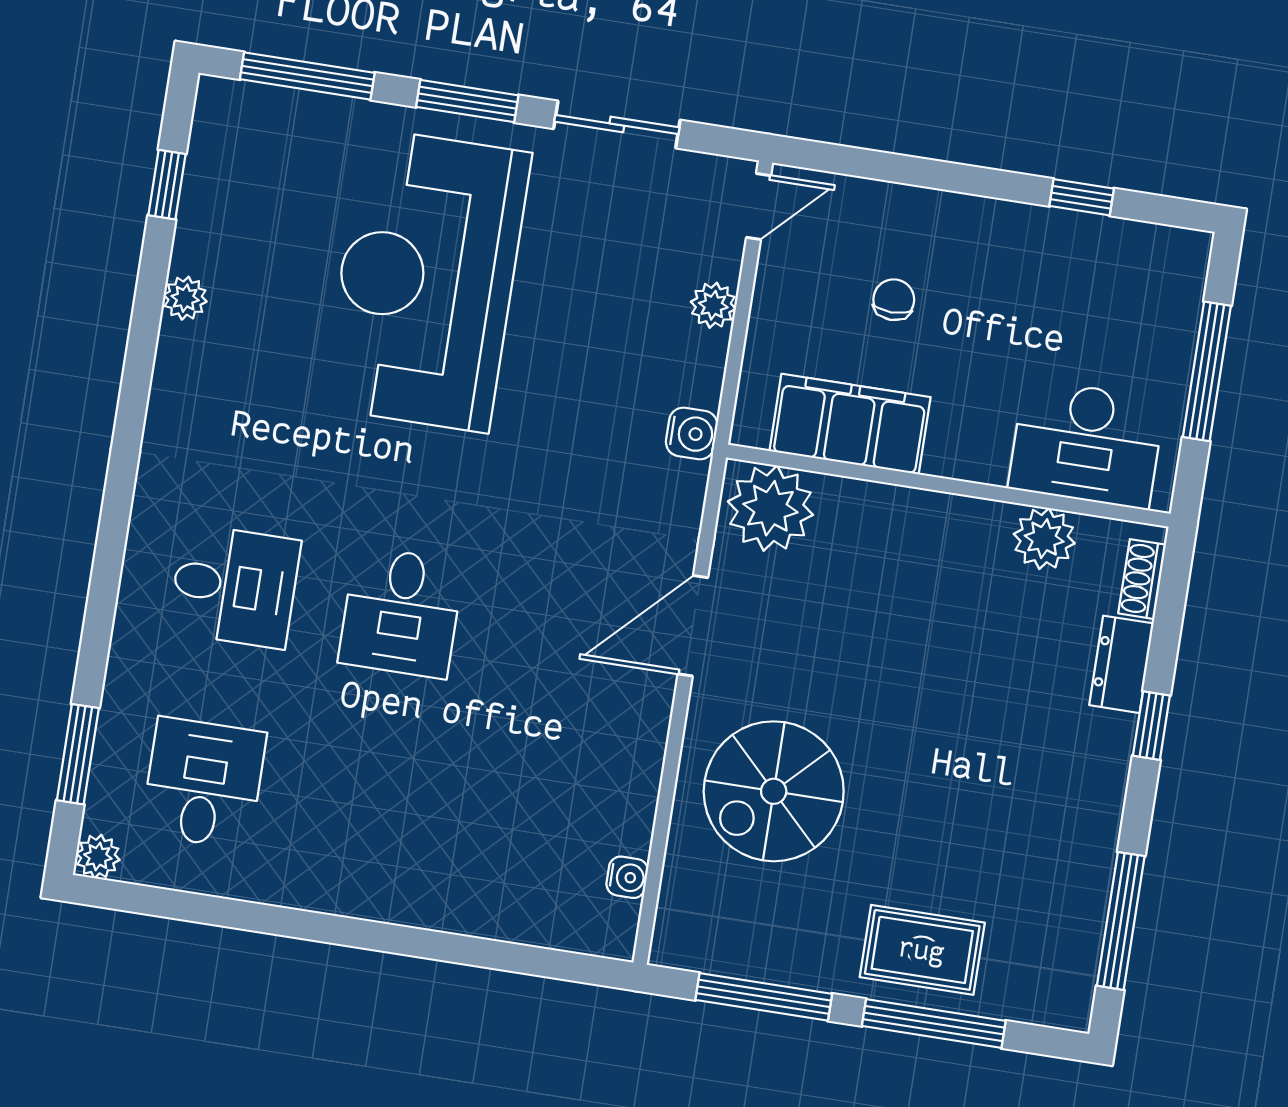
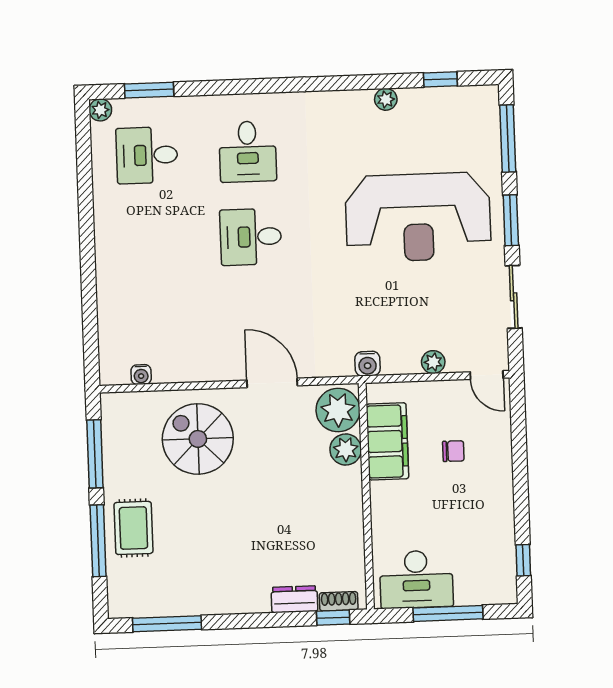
window: (1082, 197) -> (523, 560), moved
reception desk: (426, 280) -> (418, 217), turned 180
desk: (1087, 444) -> (416, 579), moved, turned -90
plant: (1044, 539) -> (346, 449), moved
window: (1151, 726) -> (333, 618), moved
desk: (204, 783) -> (147, 155), turned 180

